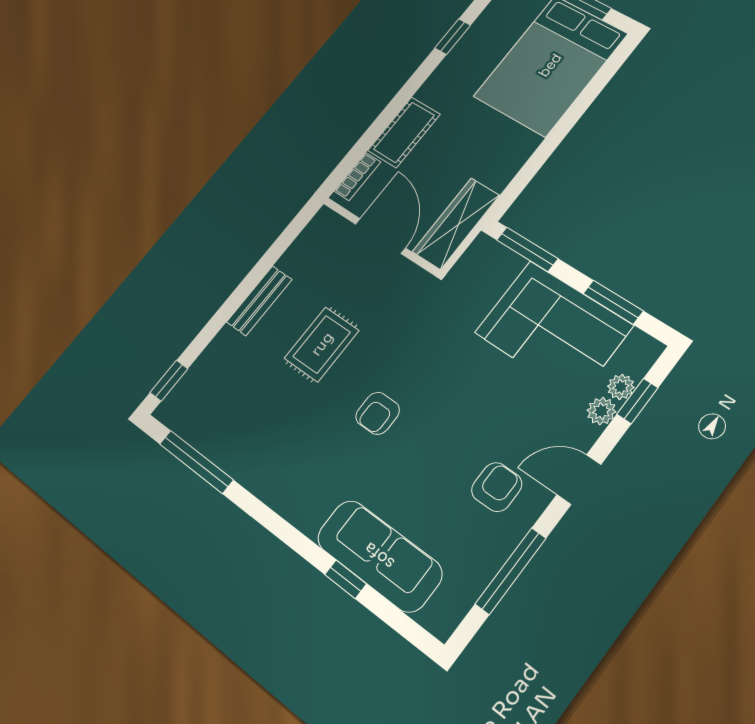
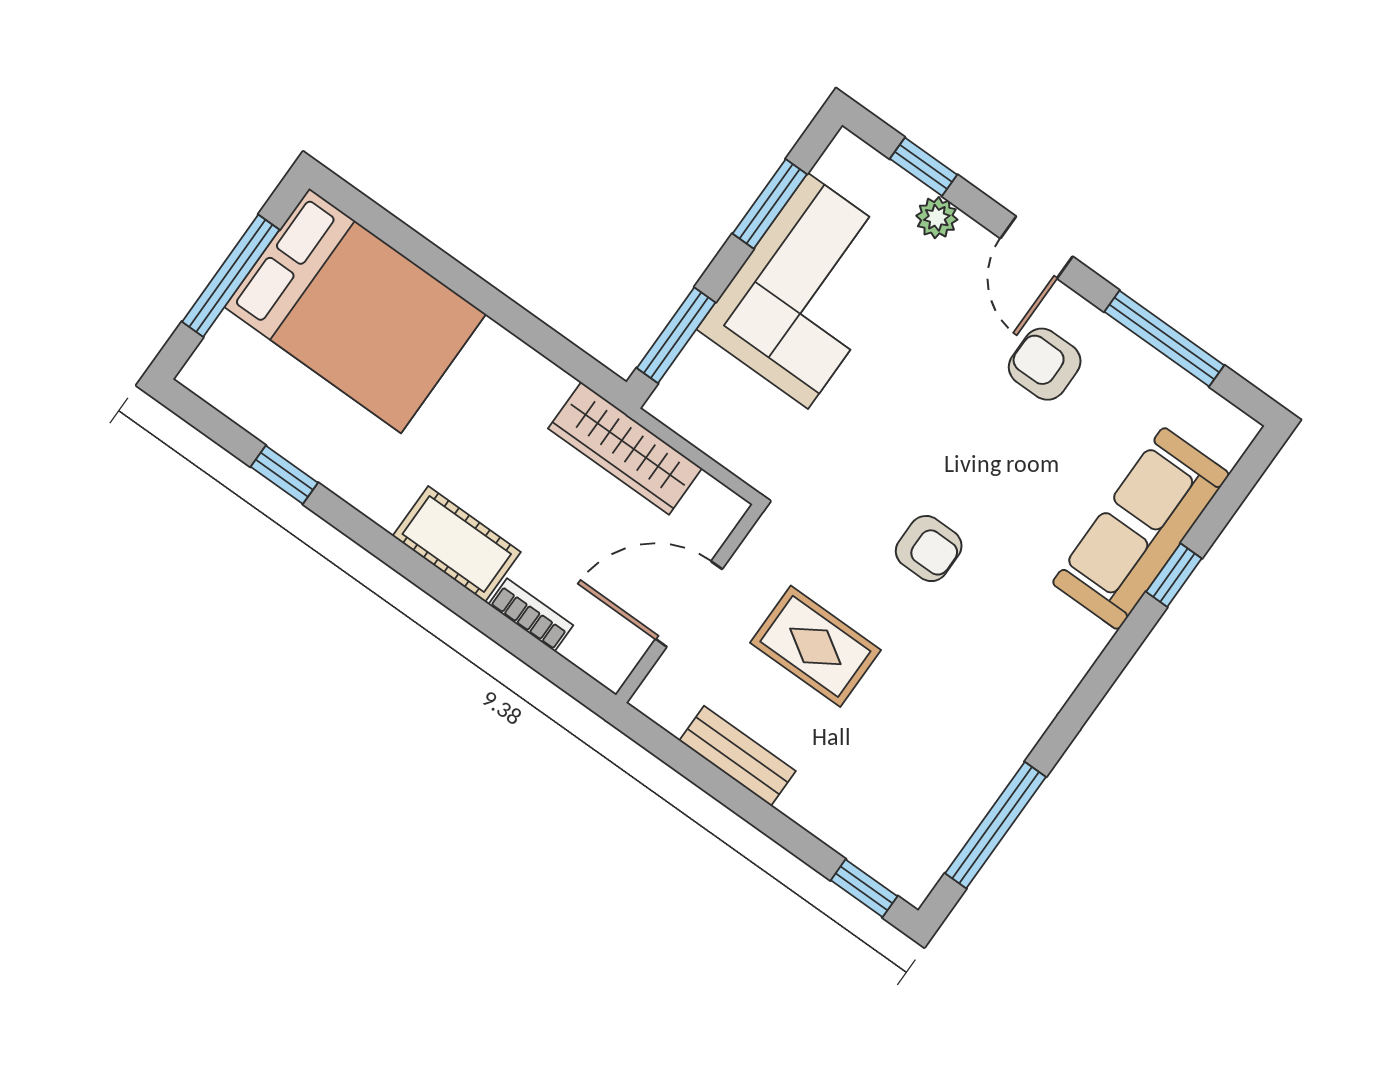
door: (380, 236) -> (689, 604), moved
wall: (381, 236) -> (689, 603), moved
plant: (621, 387) -> (901, 191), removed

